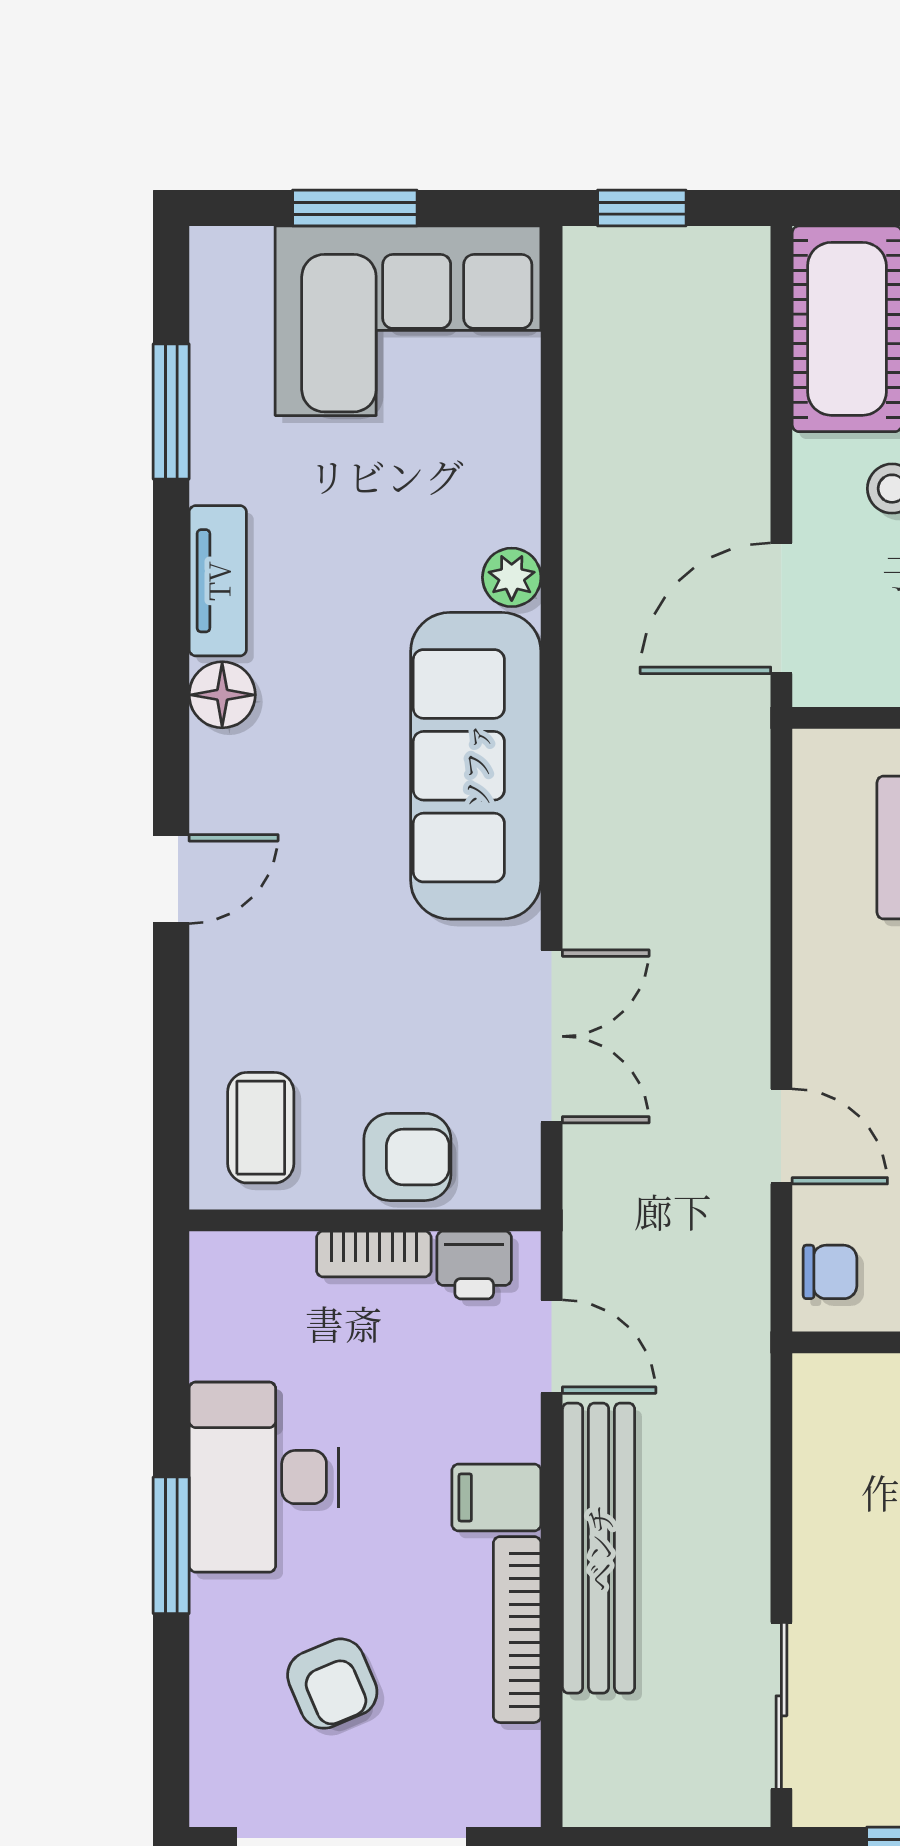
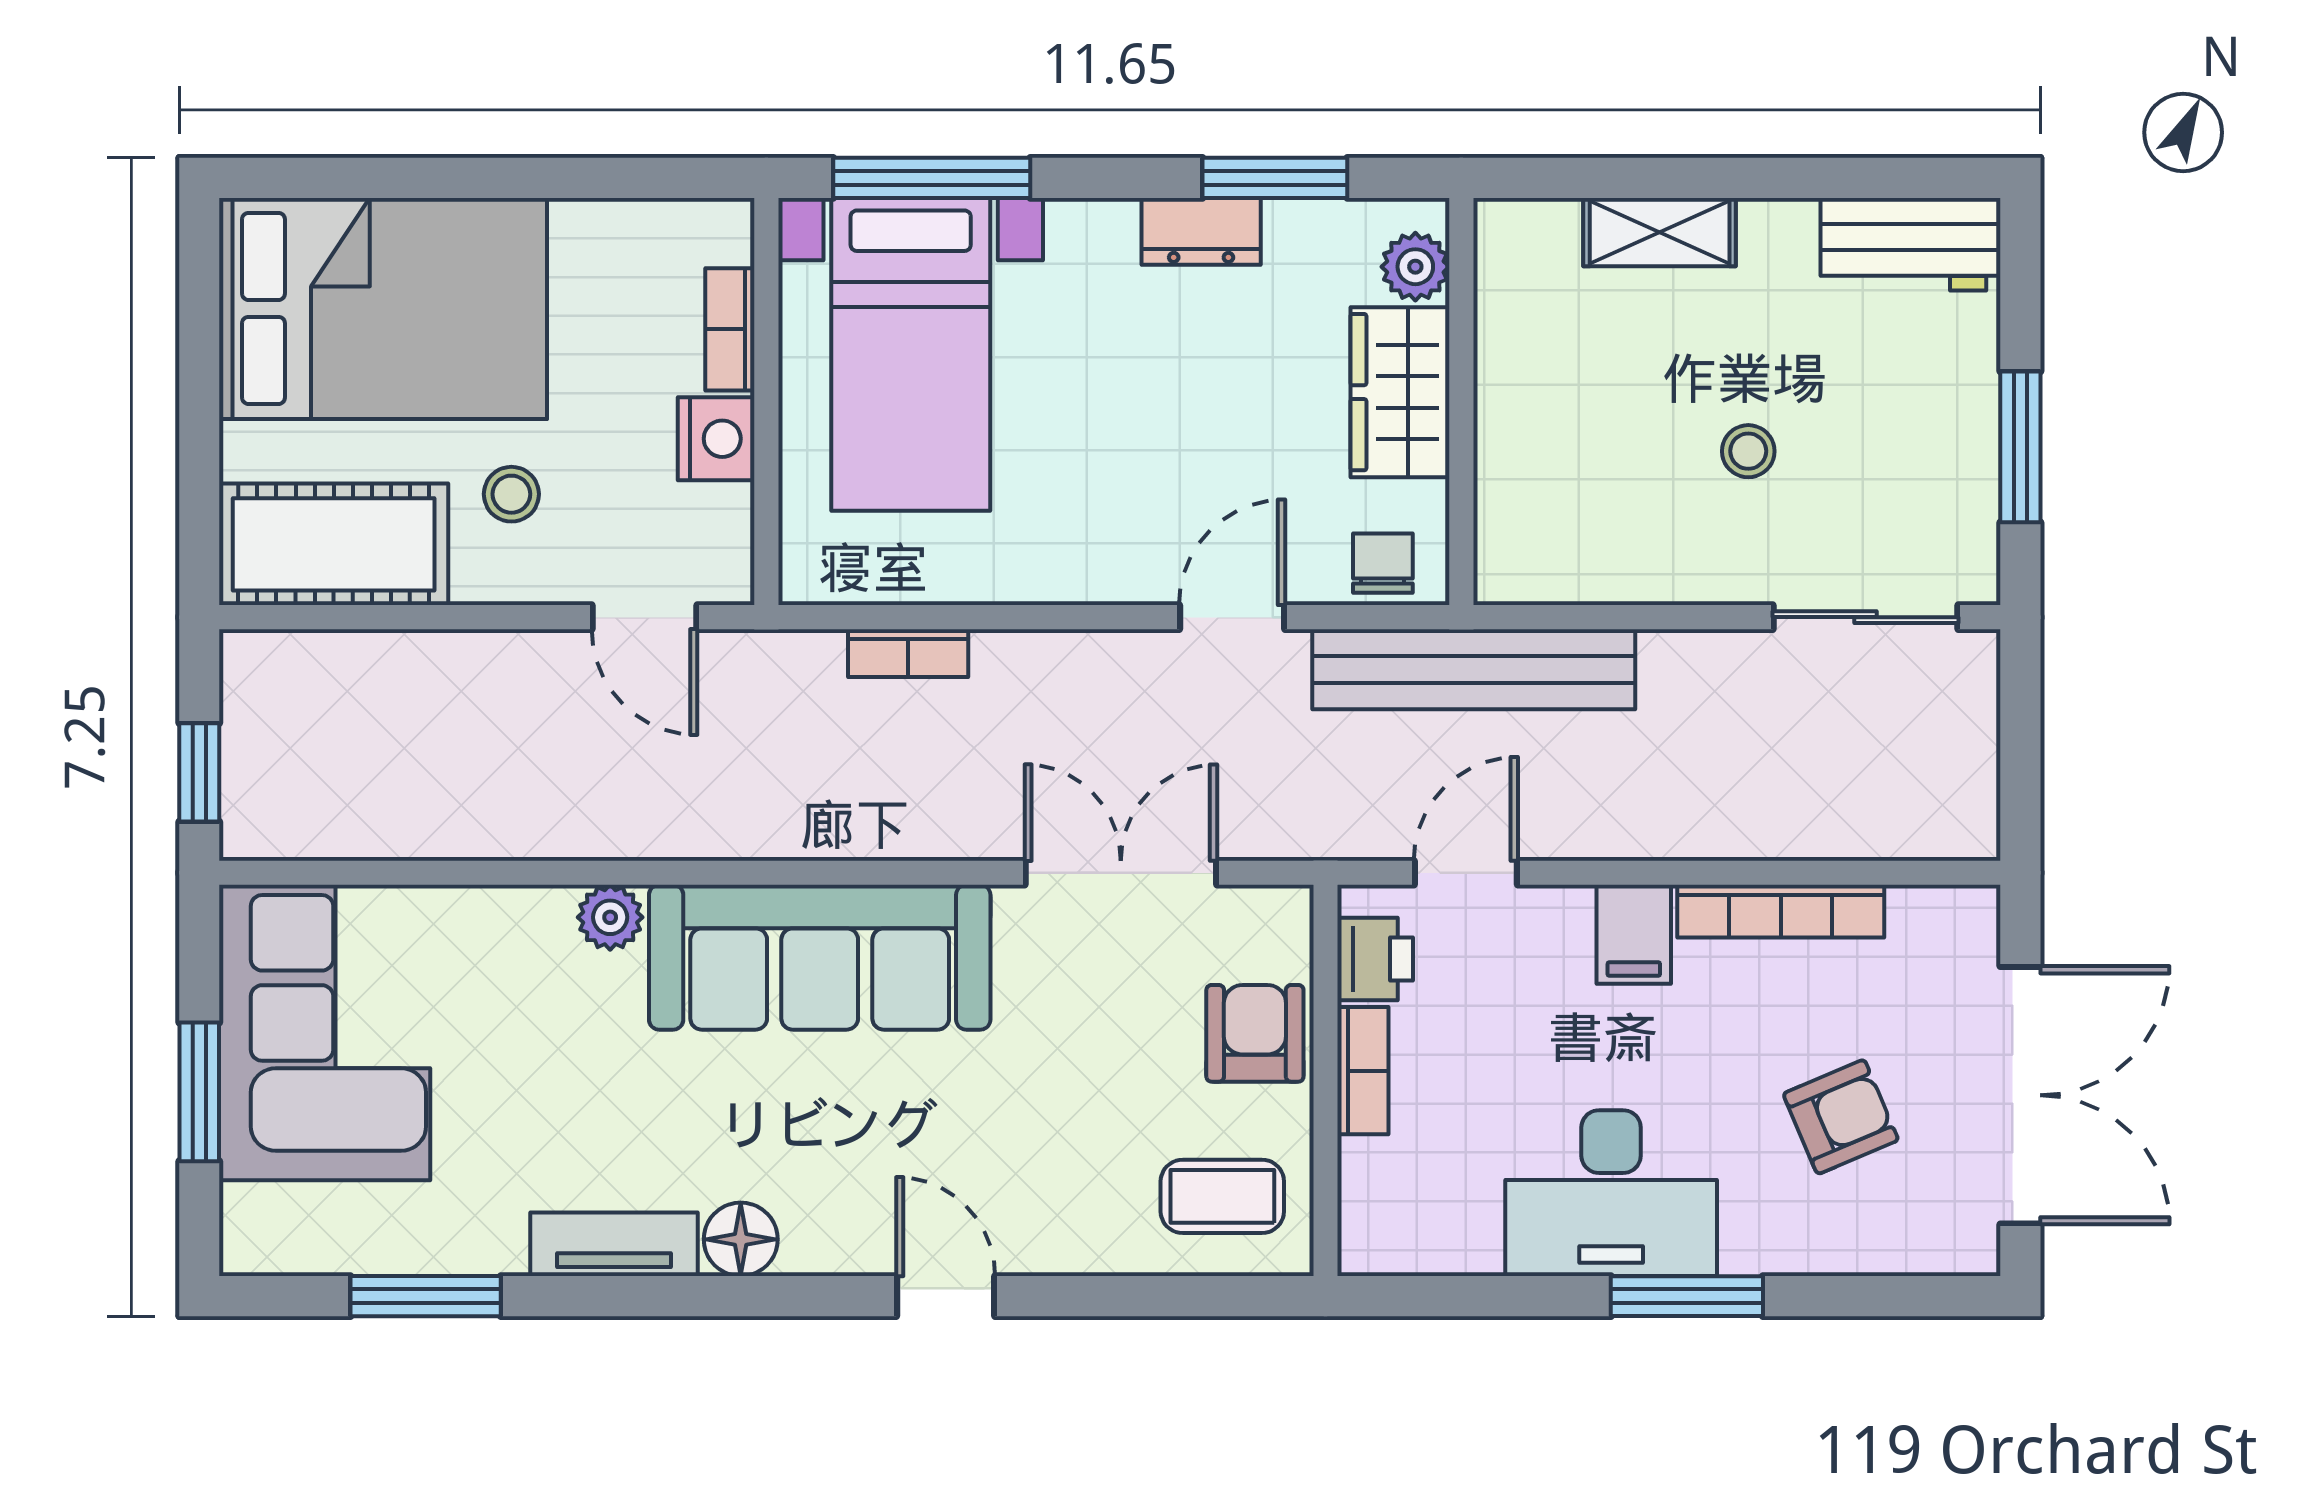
door: (781, 608) -> (645, 617), width x0.73
bookcase: (749, 845) -> (908, 653), added
bench: (599, 1548) -> (1474, 669), moved

